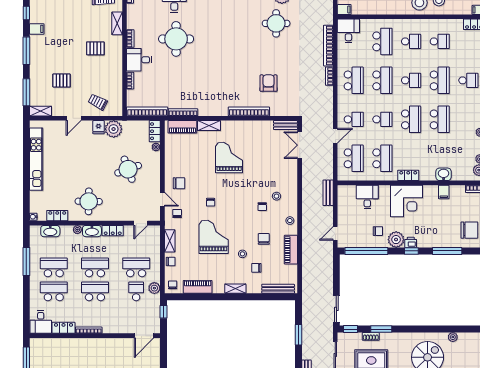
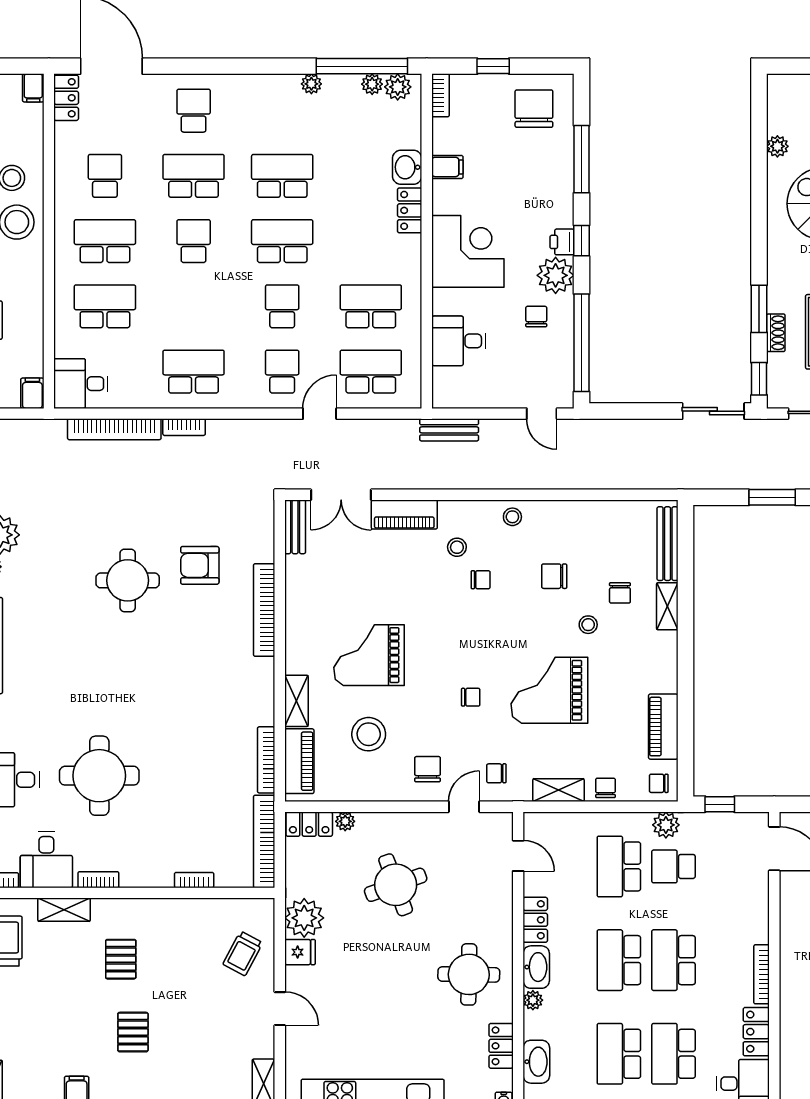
round table: (276, 23) -> (128, 580), moved
school desk: (411, 41) -> (105, 241), width x1.85
desk: (139, 60) -> (46, 860), moved
pallet: (62, 80) -> (133, 1032), moved
school desk: (382, 80) -> (194, 306), removed
door: (335, 136) -> (320, 414), hinge flipped
stool: (194, 157) -> (369, 734), added
locker: (408, 175) -> (410, 210), moved
piano: (291, 250) -> (404, 515), moved
shelving: (235, 289) -> (667, 606), moved

